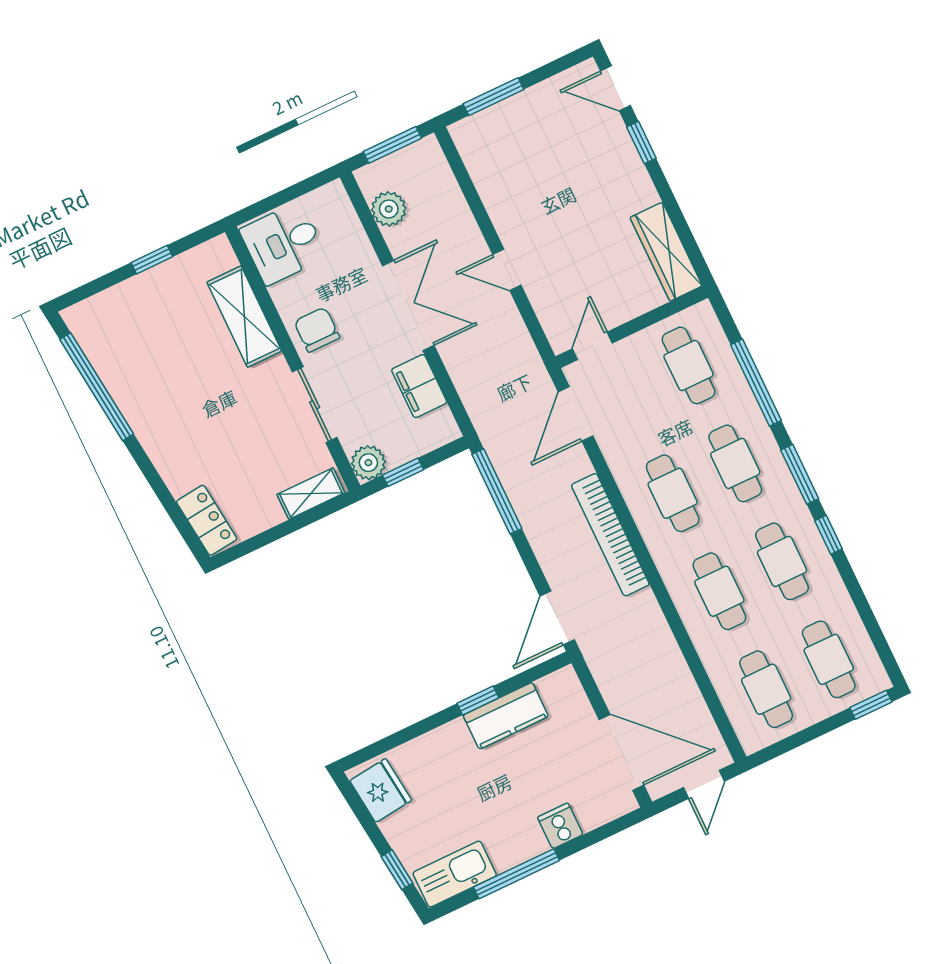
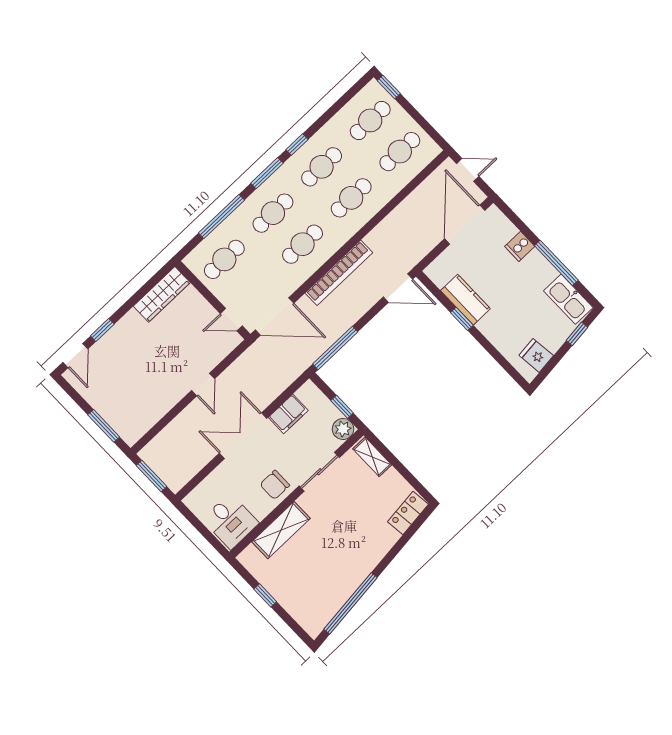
plant: (389, 209) -> (190, 466), removed
door: (576, 414) -> (275, 316), width x1.36
fridge: (381, 791) -> (536, 355), width x0.72

